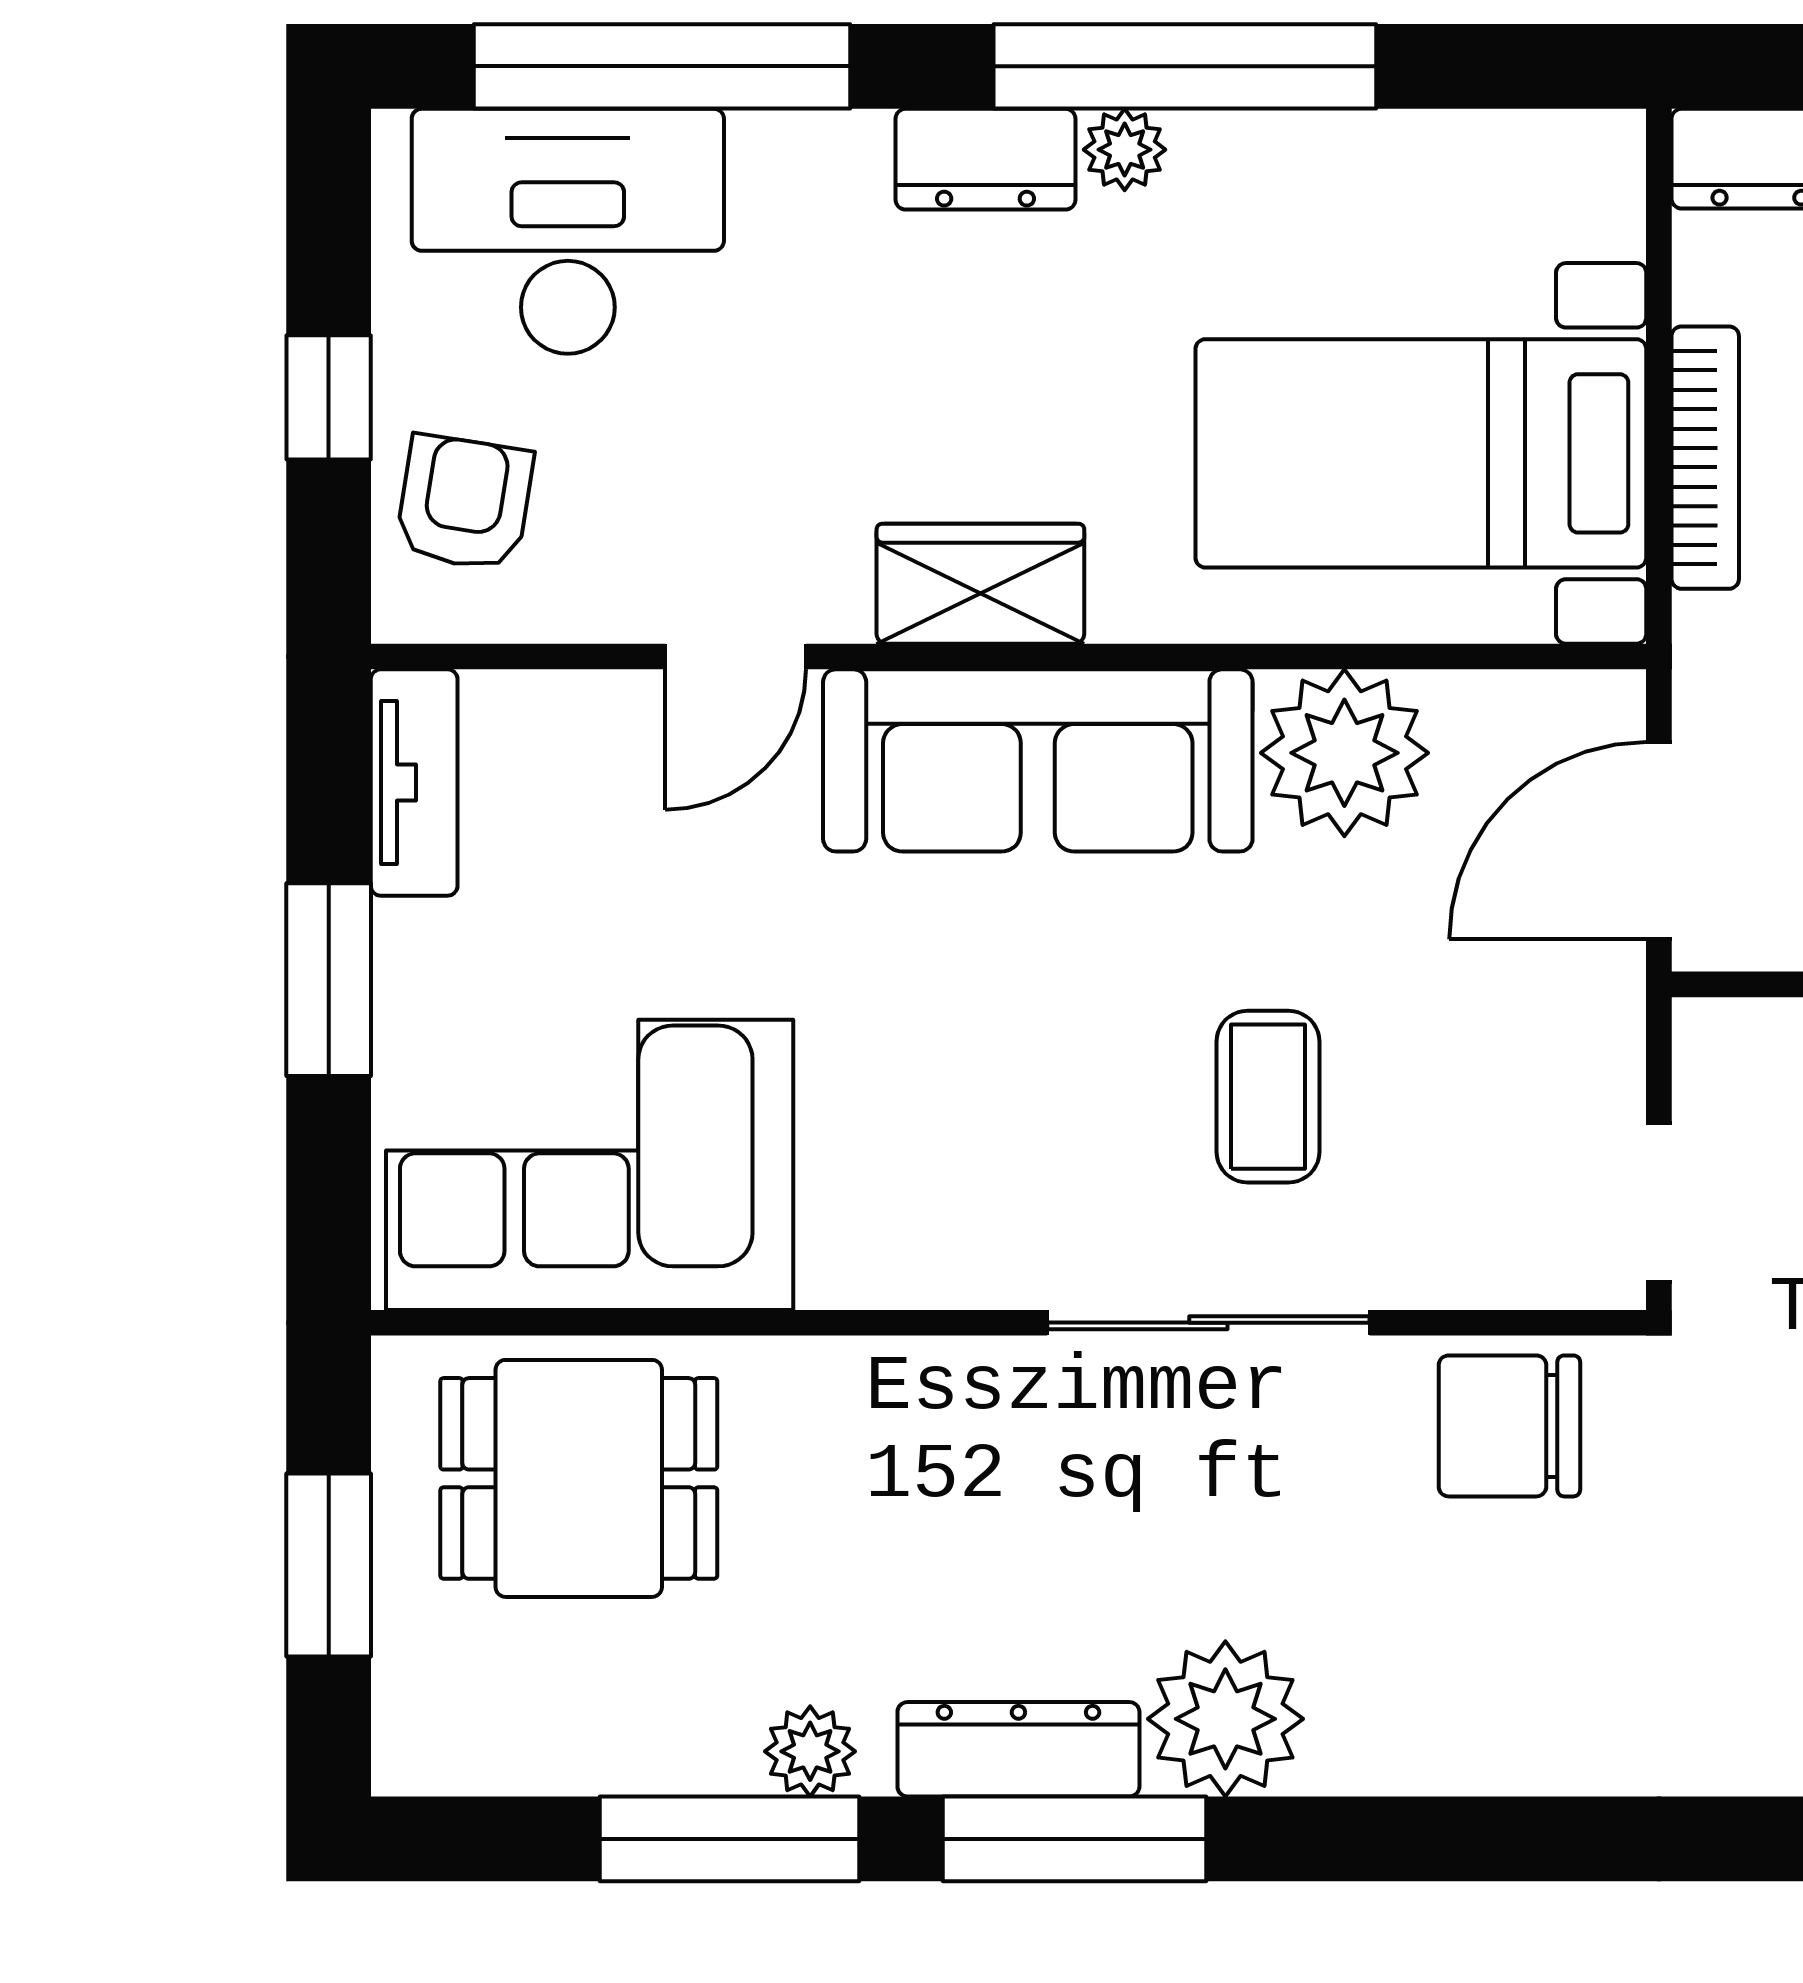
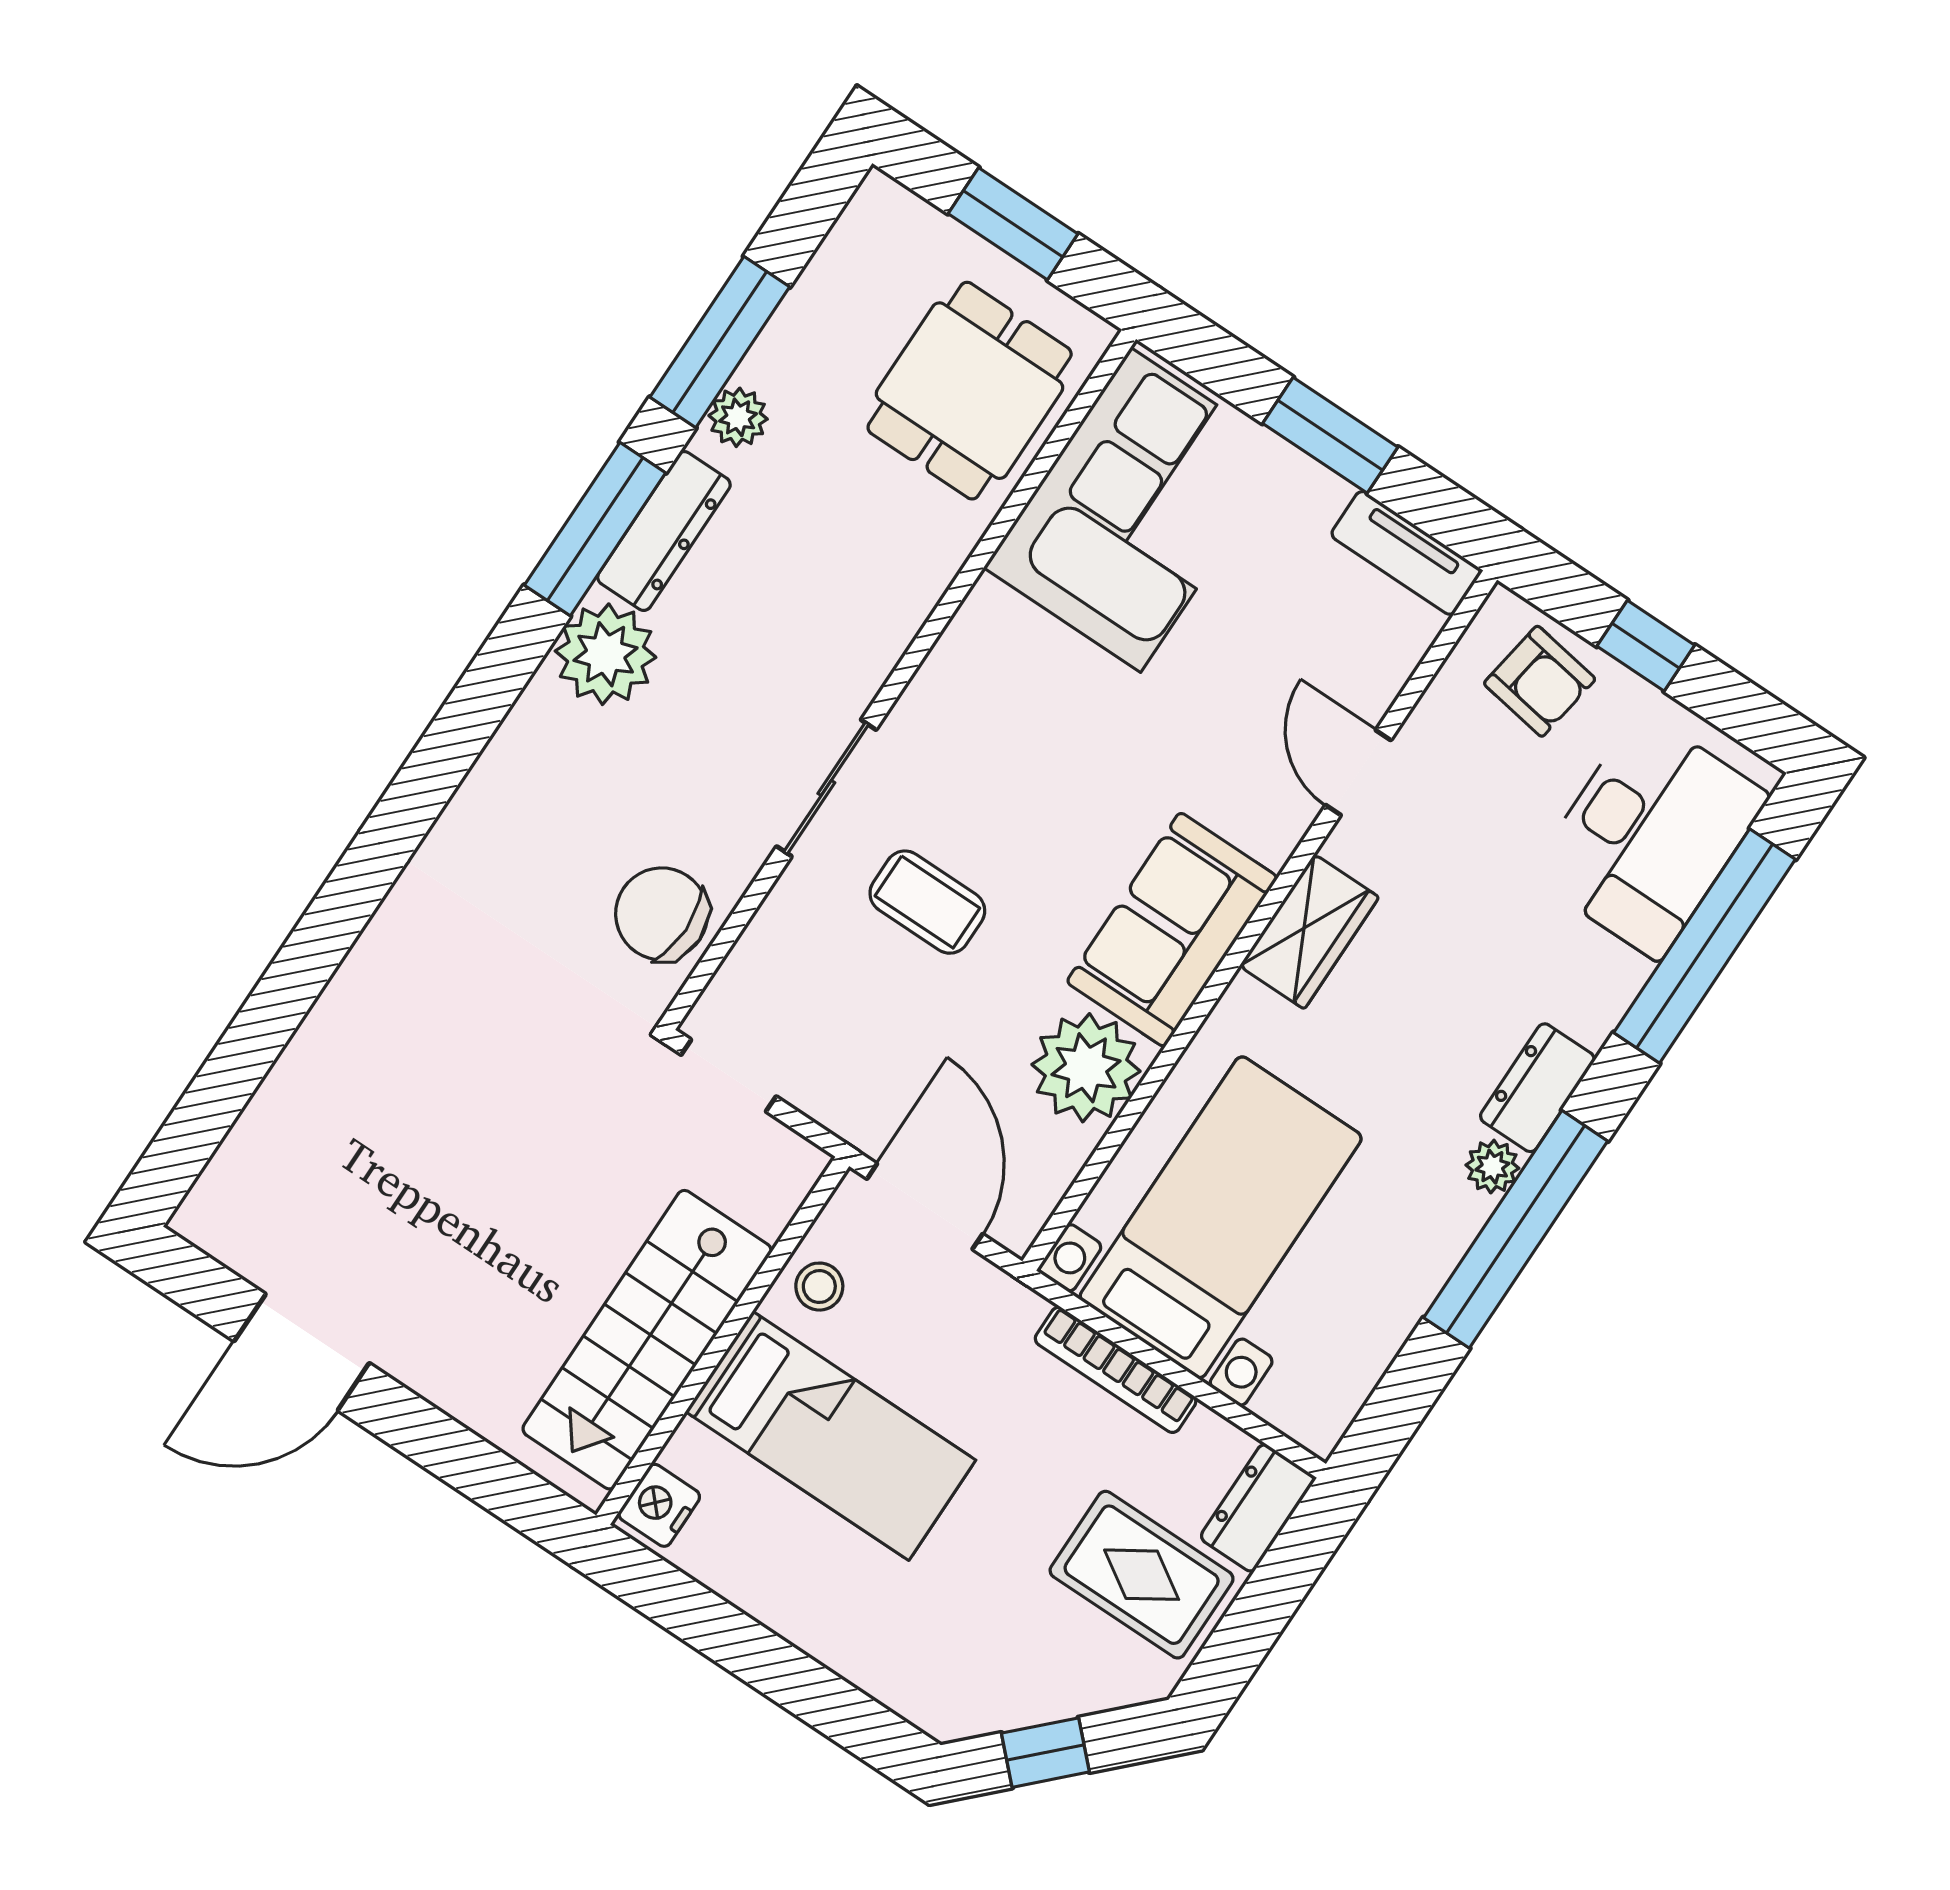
sofa: (1038, 760) -> (1172, 930), width x0.73
sliding door: (1208, 1323) -> (826, 788), width x0.73
chair: (1509, 1426) -> (662, 914), turned -90

